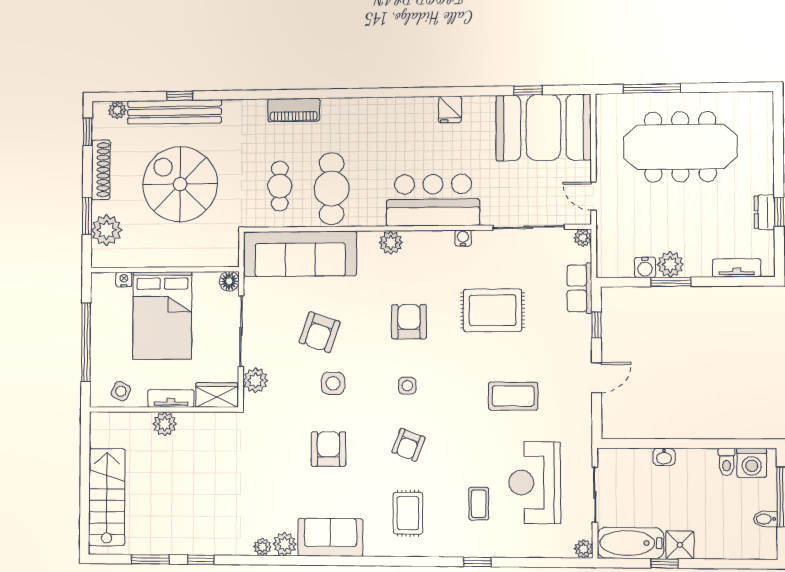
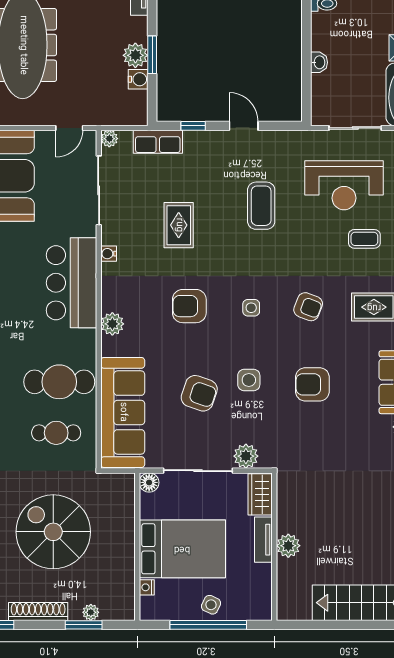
spiral stairs: (180, 184) -> (53, 532), turned 90
plant: (107, 230) -> (91, 612), width x0.53, depth x0.53
rug: (493, 310) -> (179, 225), width x0.73, depth x0.70
side table: (121, 391) -> (211, 605), moved

